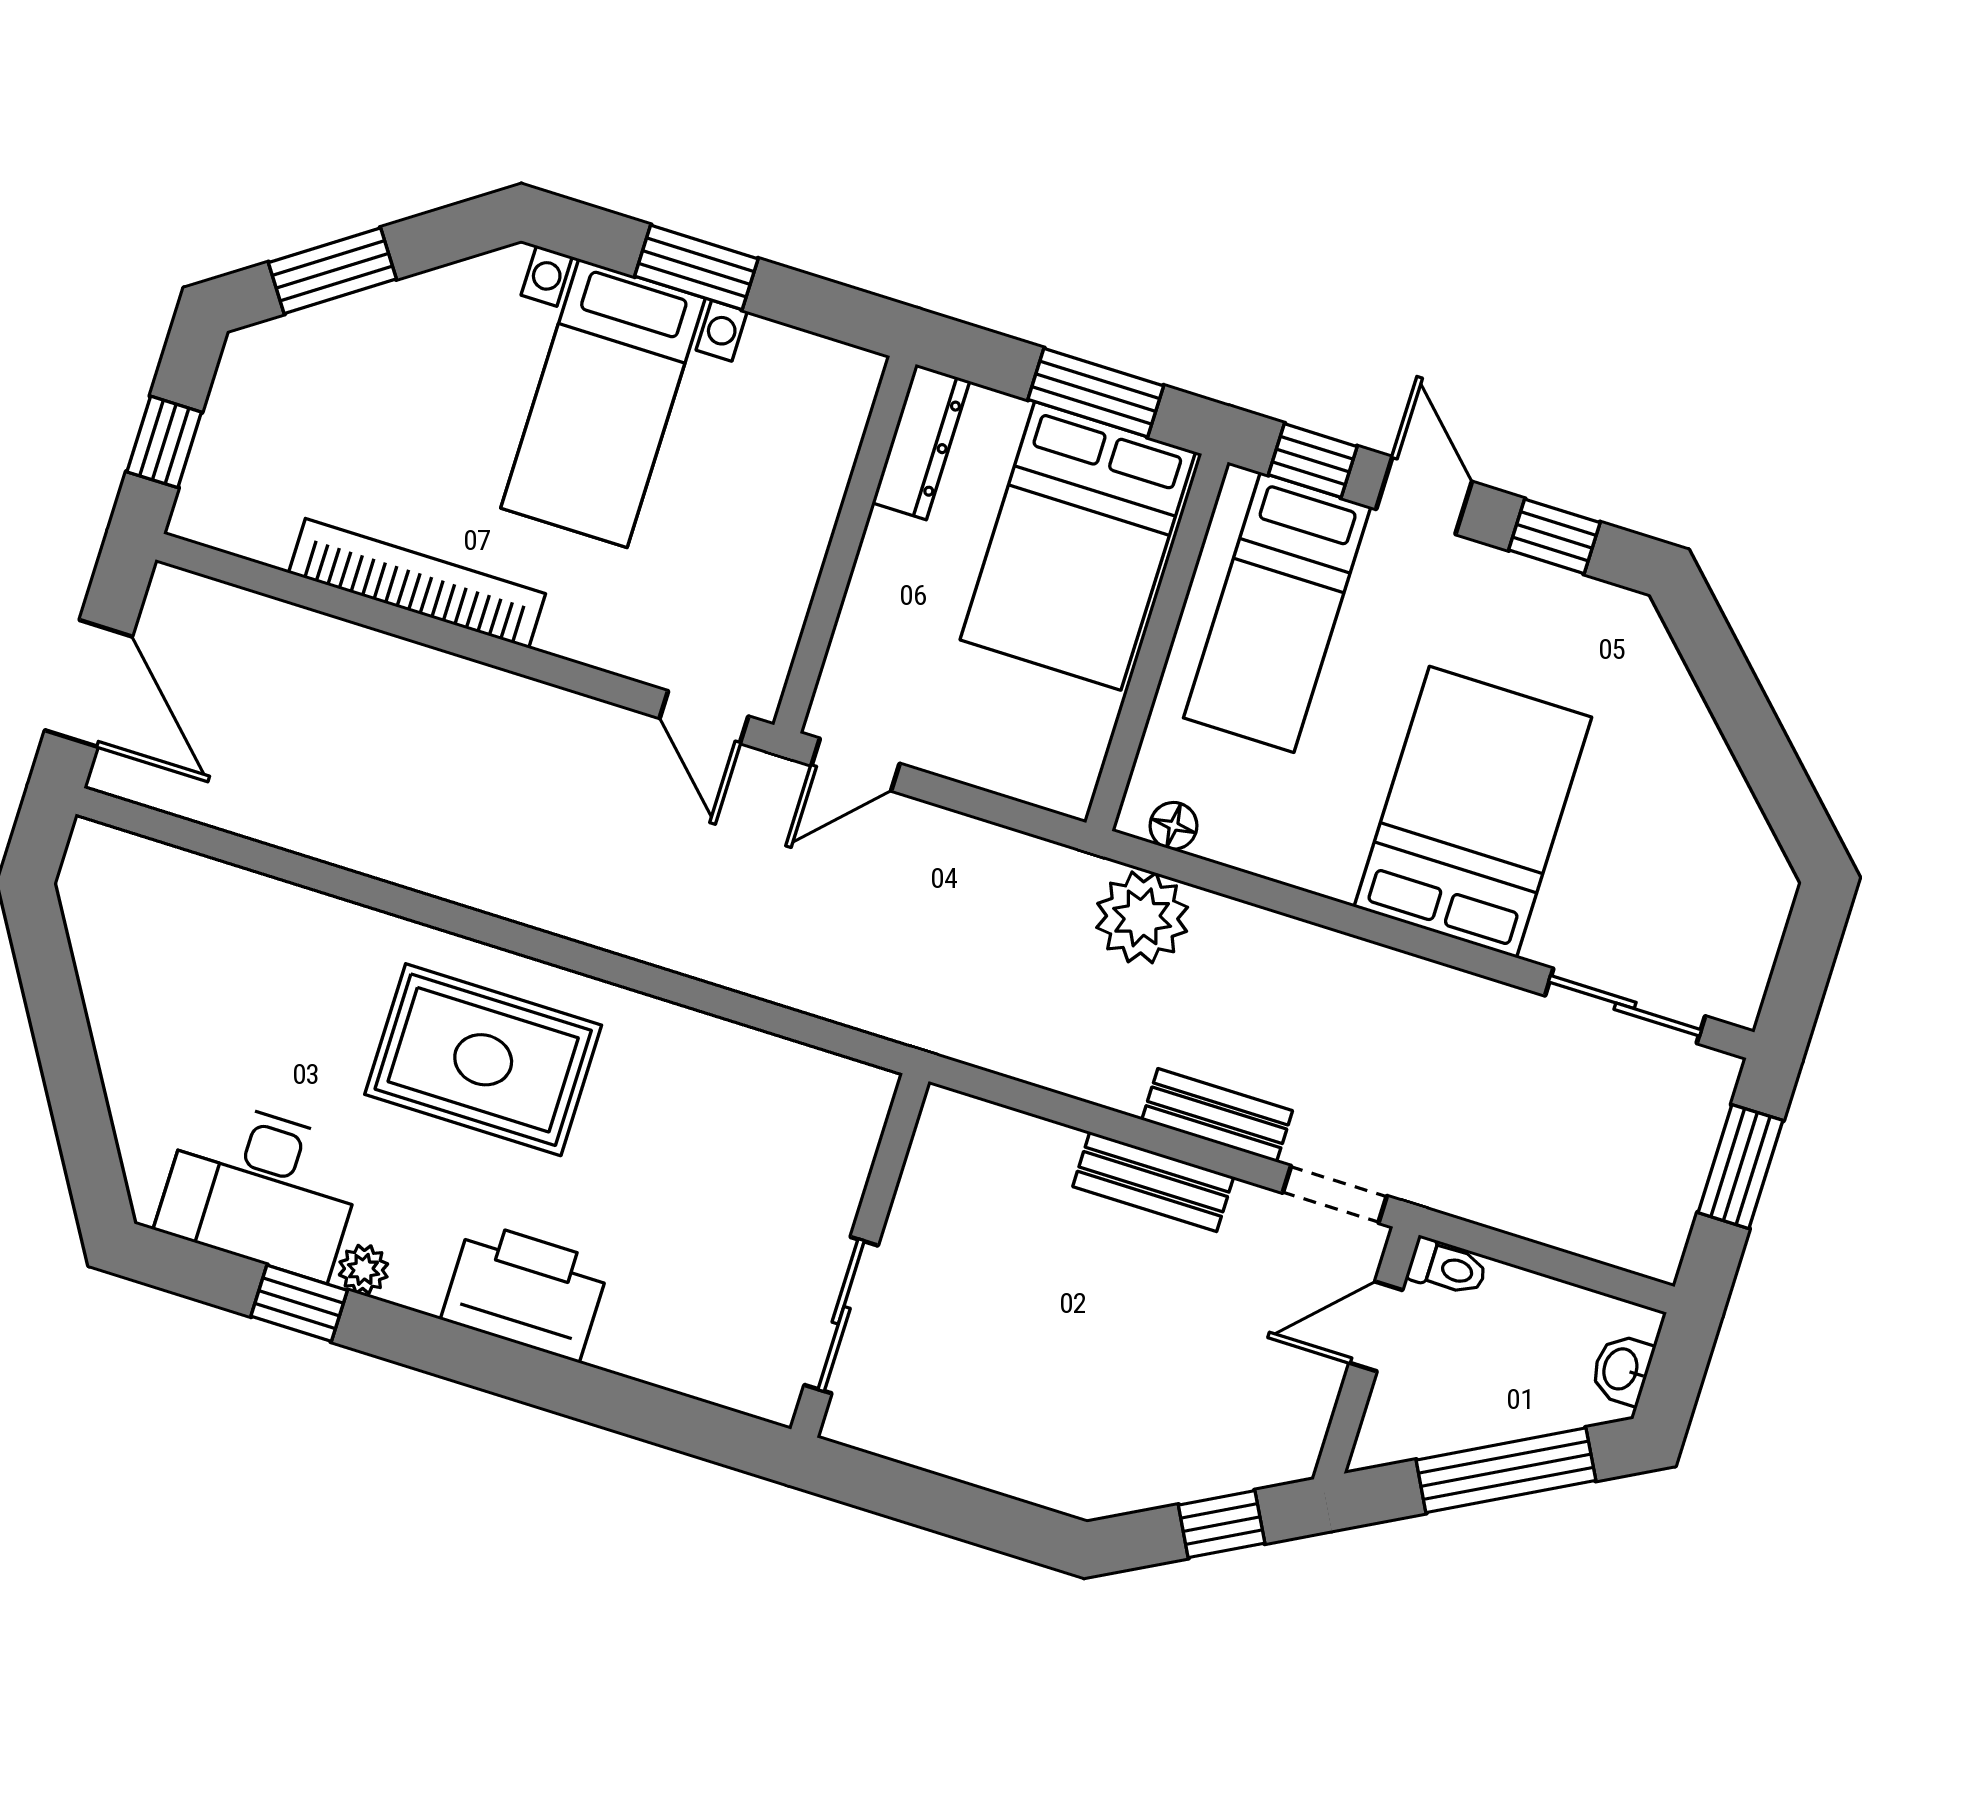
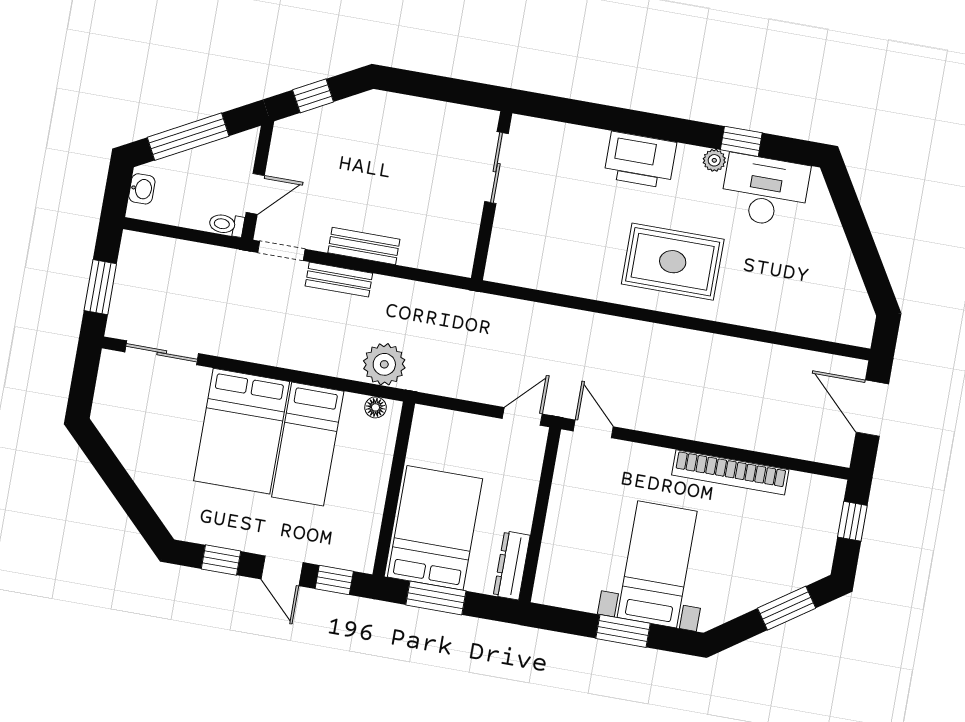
bed: (1277, 612) -> (308, 444), moved, turned 180

